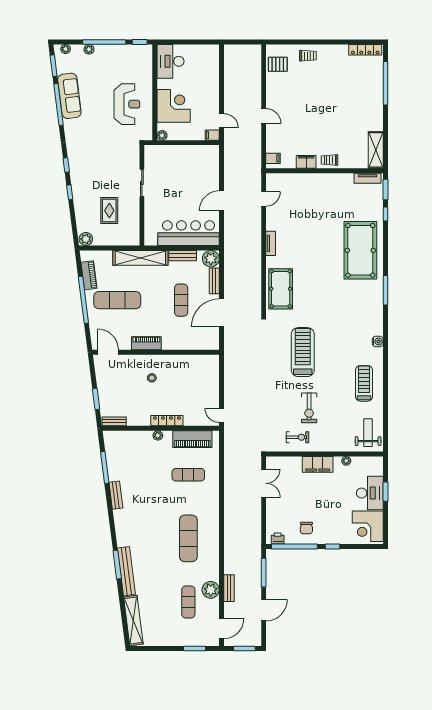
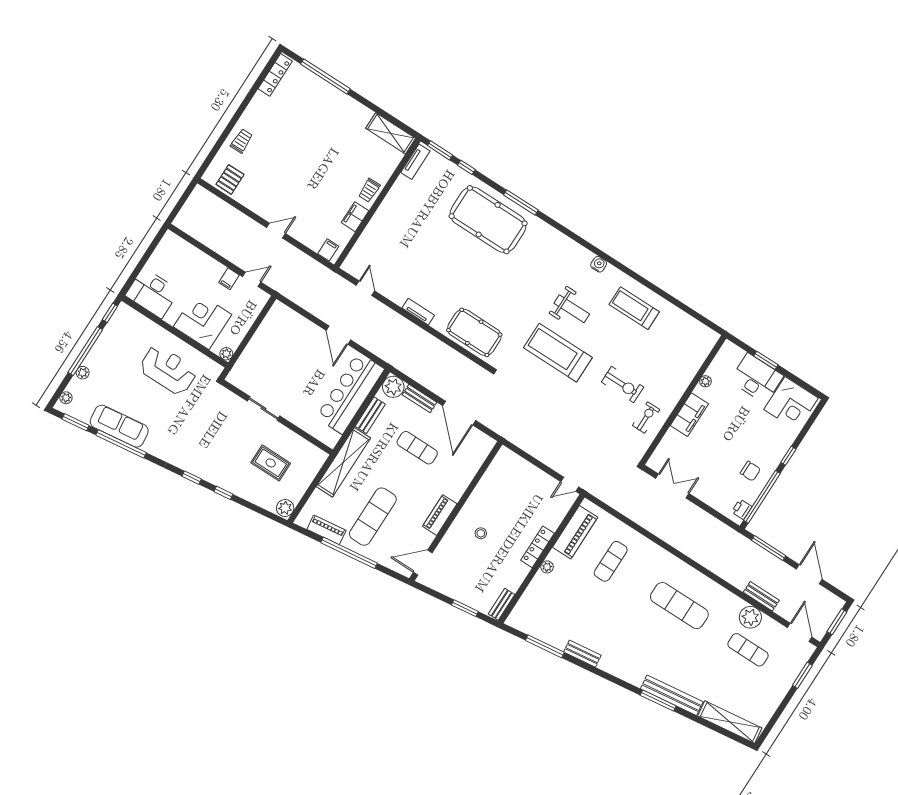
filing cabinet: (212, 135) -> (229, 279), moved
window: (385, 290) -> (521, 203), moved
weight bench: (368, 433) -> (572, 309), moved, turned 180

